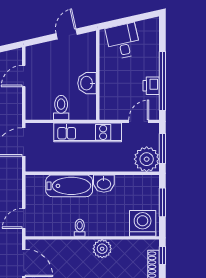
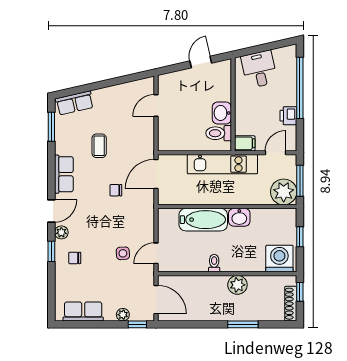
window: (162, 81) -> (300, 88), moved
toilet: (61, 108) -> (219, 133), moved, turned -90
filing cabinet: (109, 112) -> (245, 143), added
window: (162, 202) -> (300, 237), width x0.67

